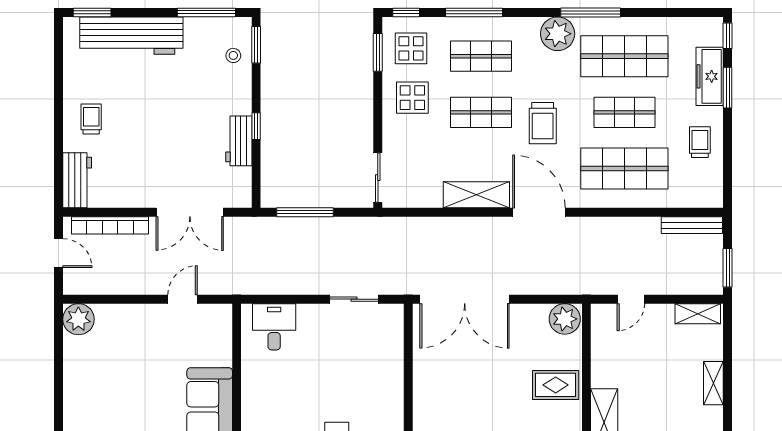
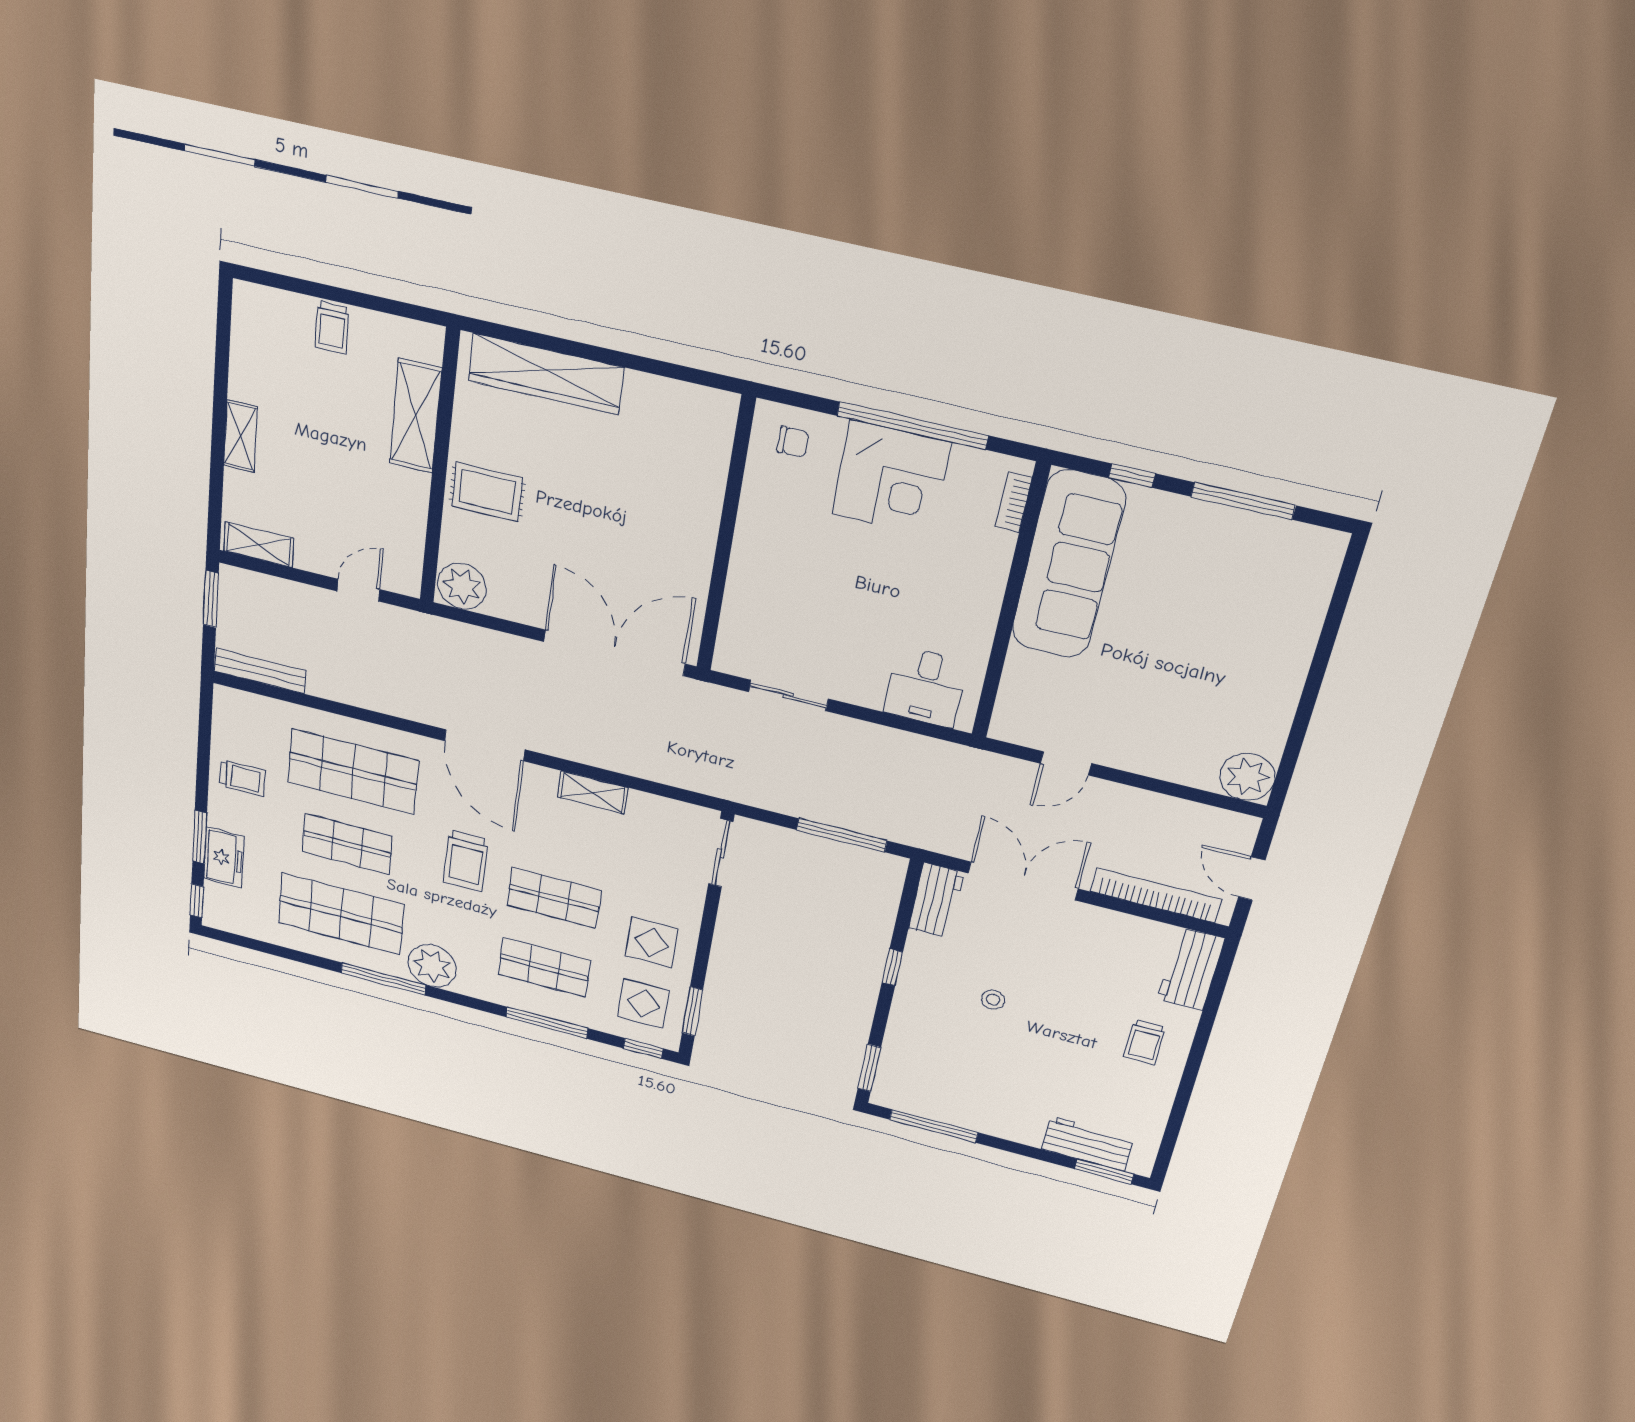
workbench: (131, 36) -> (1088, 1143), width x0.53, depth x0.76
stool: (233, 55) -> (993, 1000), moved
freezer: (710, 76) -> (224, 858), width x0.71
trolley: (543, 123) -> (466, 861), turned 180
workbench: (239, 141) -> (936, 900), moved
trolley: (700, 142) -> (242, 778), turned -90
shelving: (476, 195) -> (593, 792), width x0.67, depth x0.75

